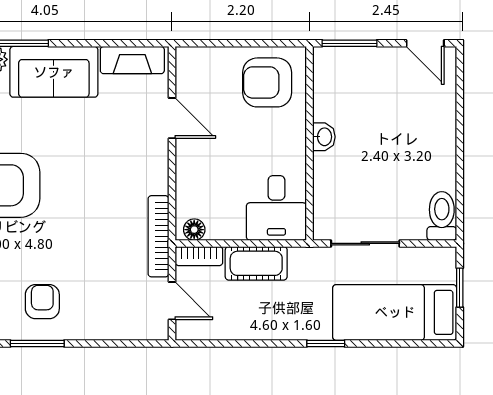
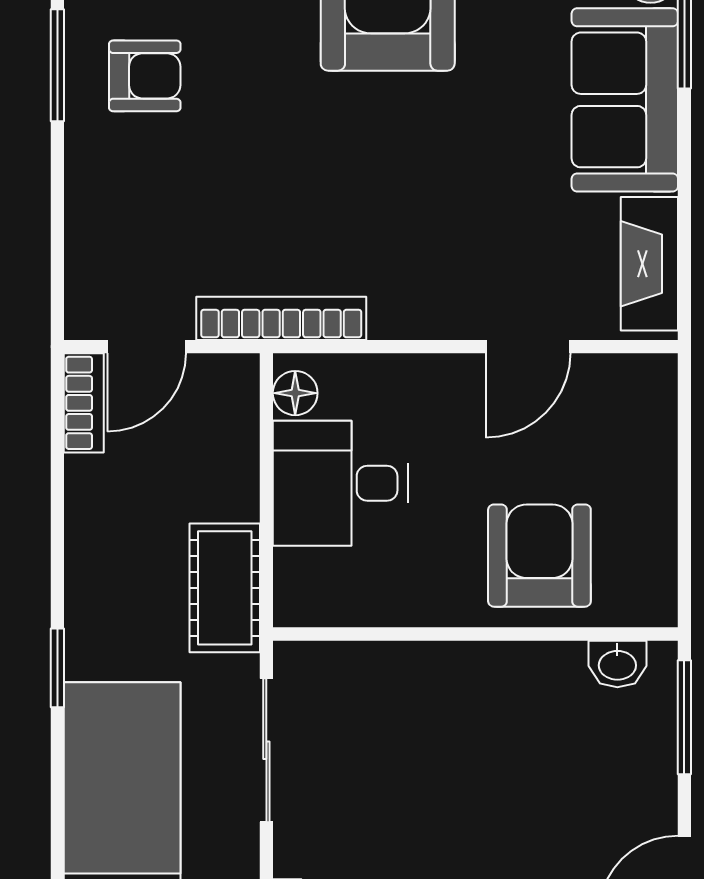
armchair: (267, 82) -> (539, 556), moved
washbasin: (324, 137) -> (617, 664), moved
desk: (276, 208) -> (341, 483), moved
bookcase: (199, 256) -> (84, 403), moved, turned 180
cot: (256, 263) -> (225, 588), moved

